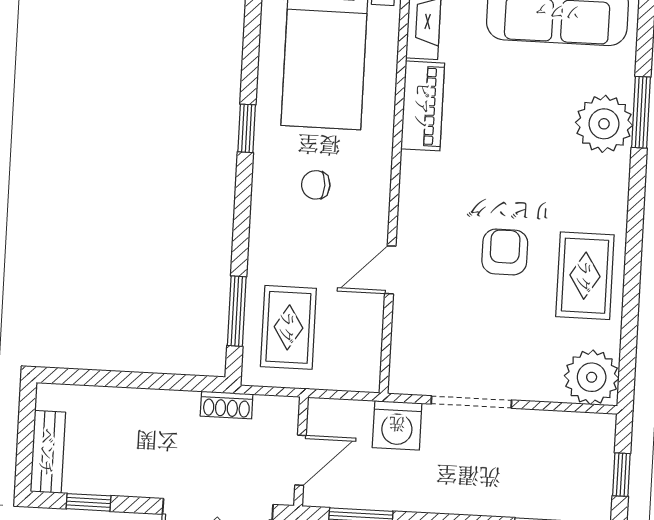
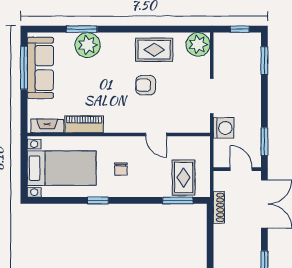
rug: (288, 327) -> (184, 178), turned 90
shoe rack: (227, 405) -> (219, 207), width x1.43

